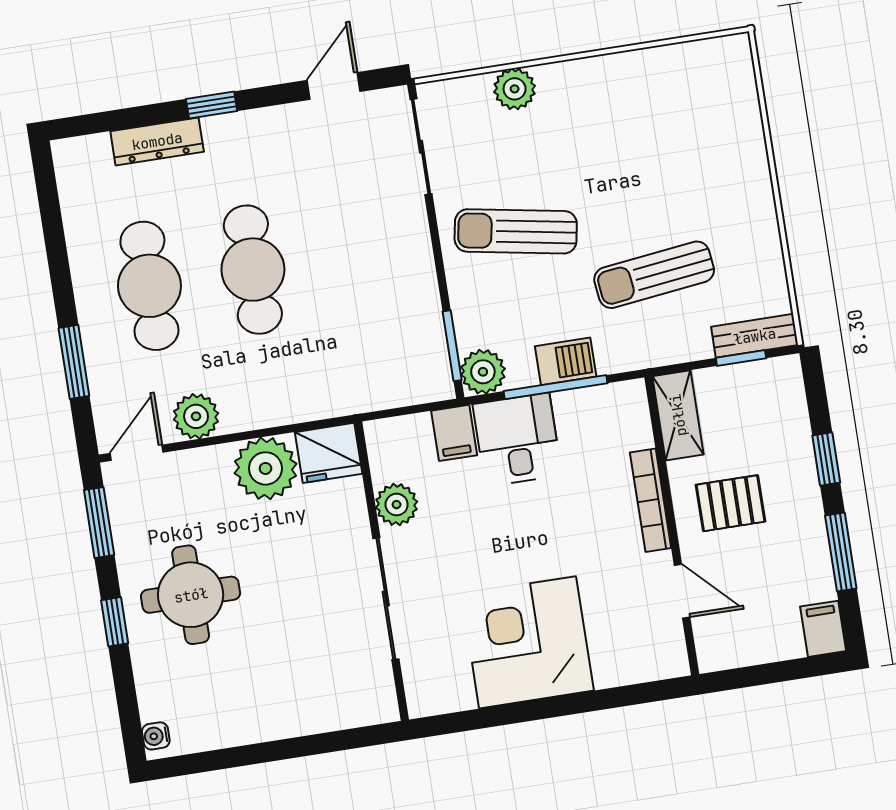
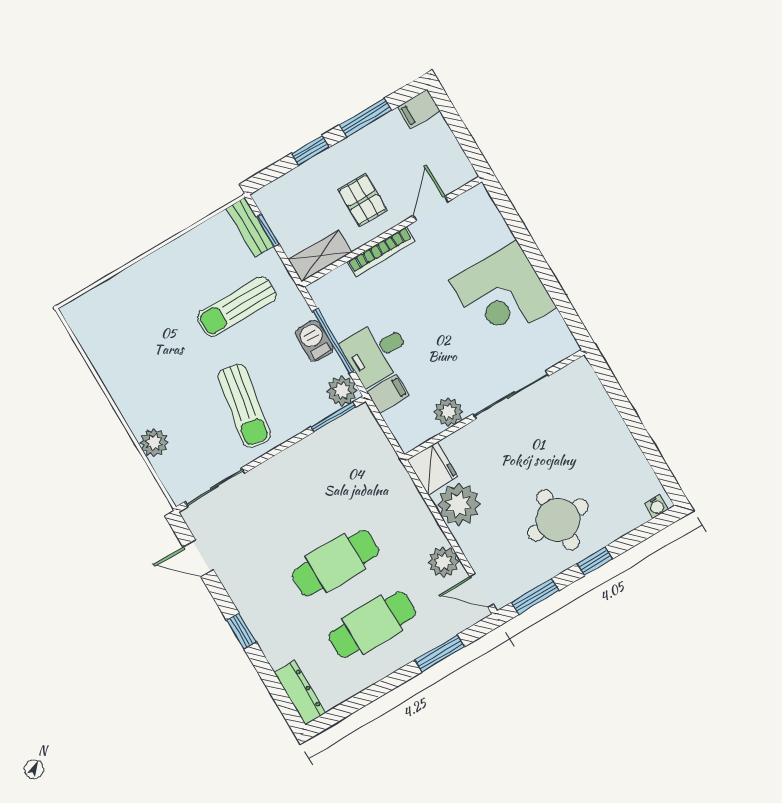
dresser: (157, 141) -> (300, 693), moved
sun lounger: (654, 275) -> (237, 307), turned 97

